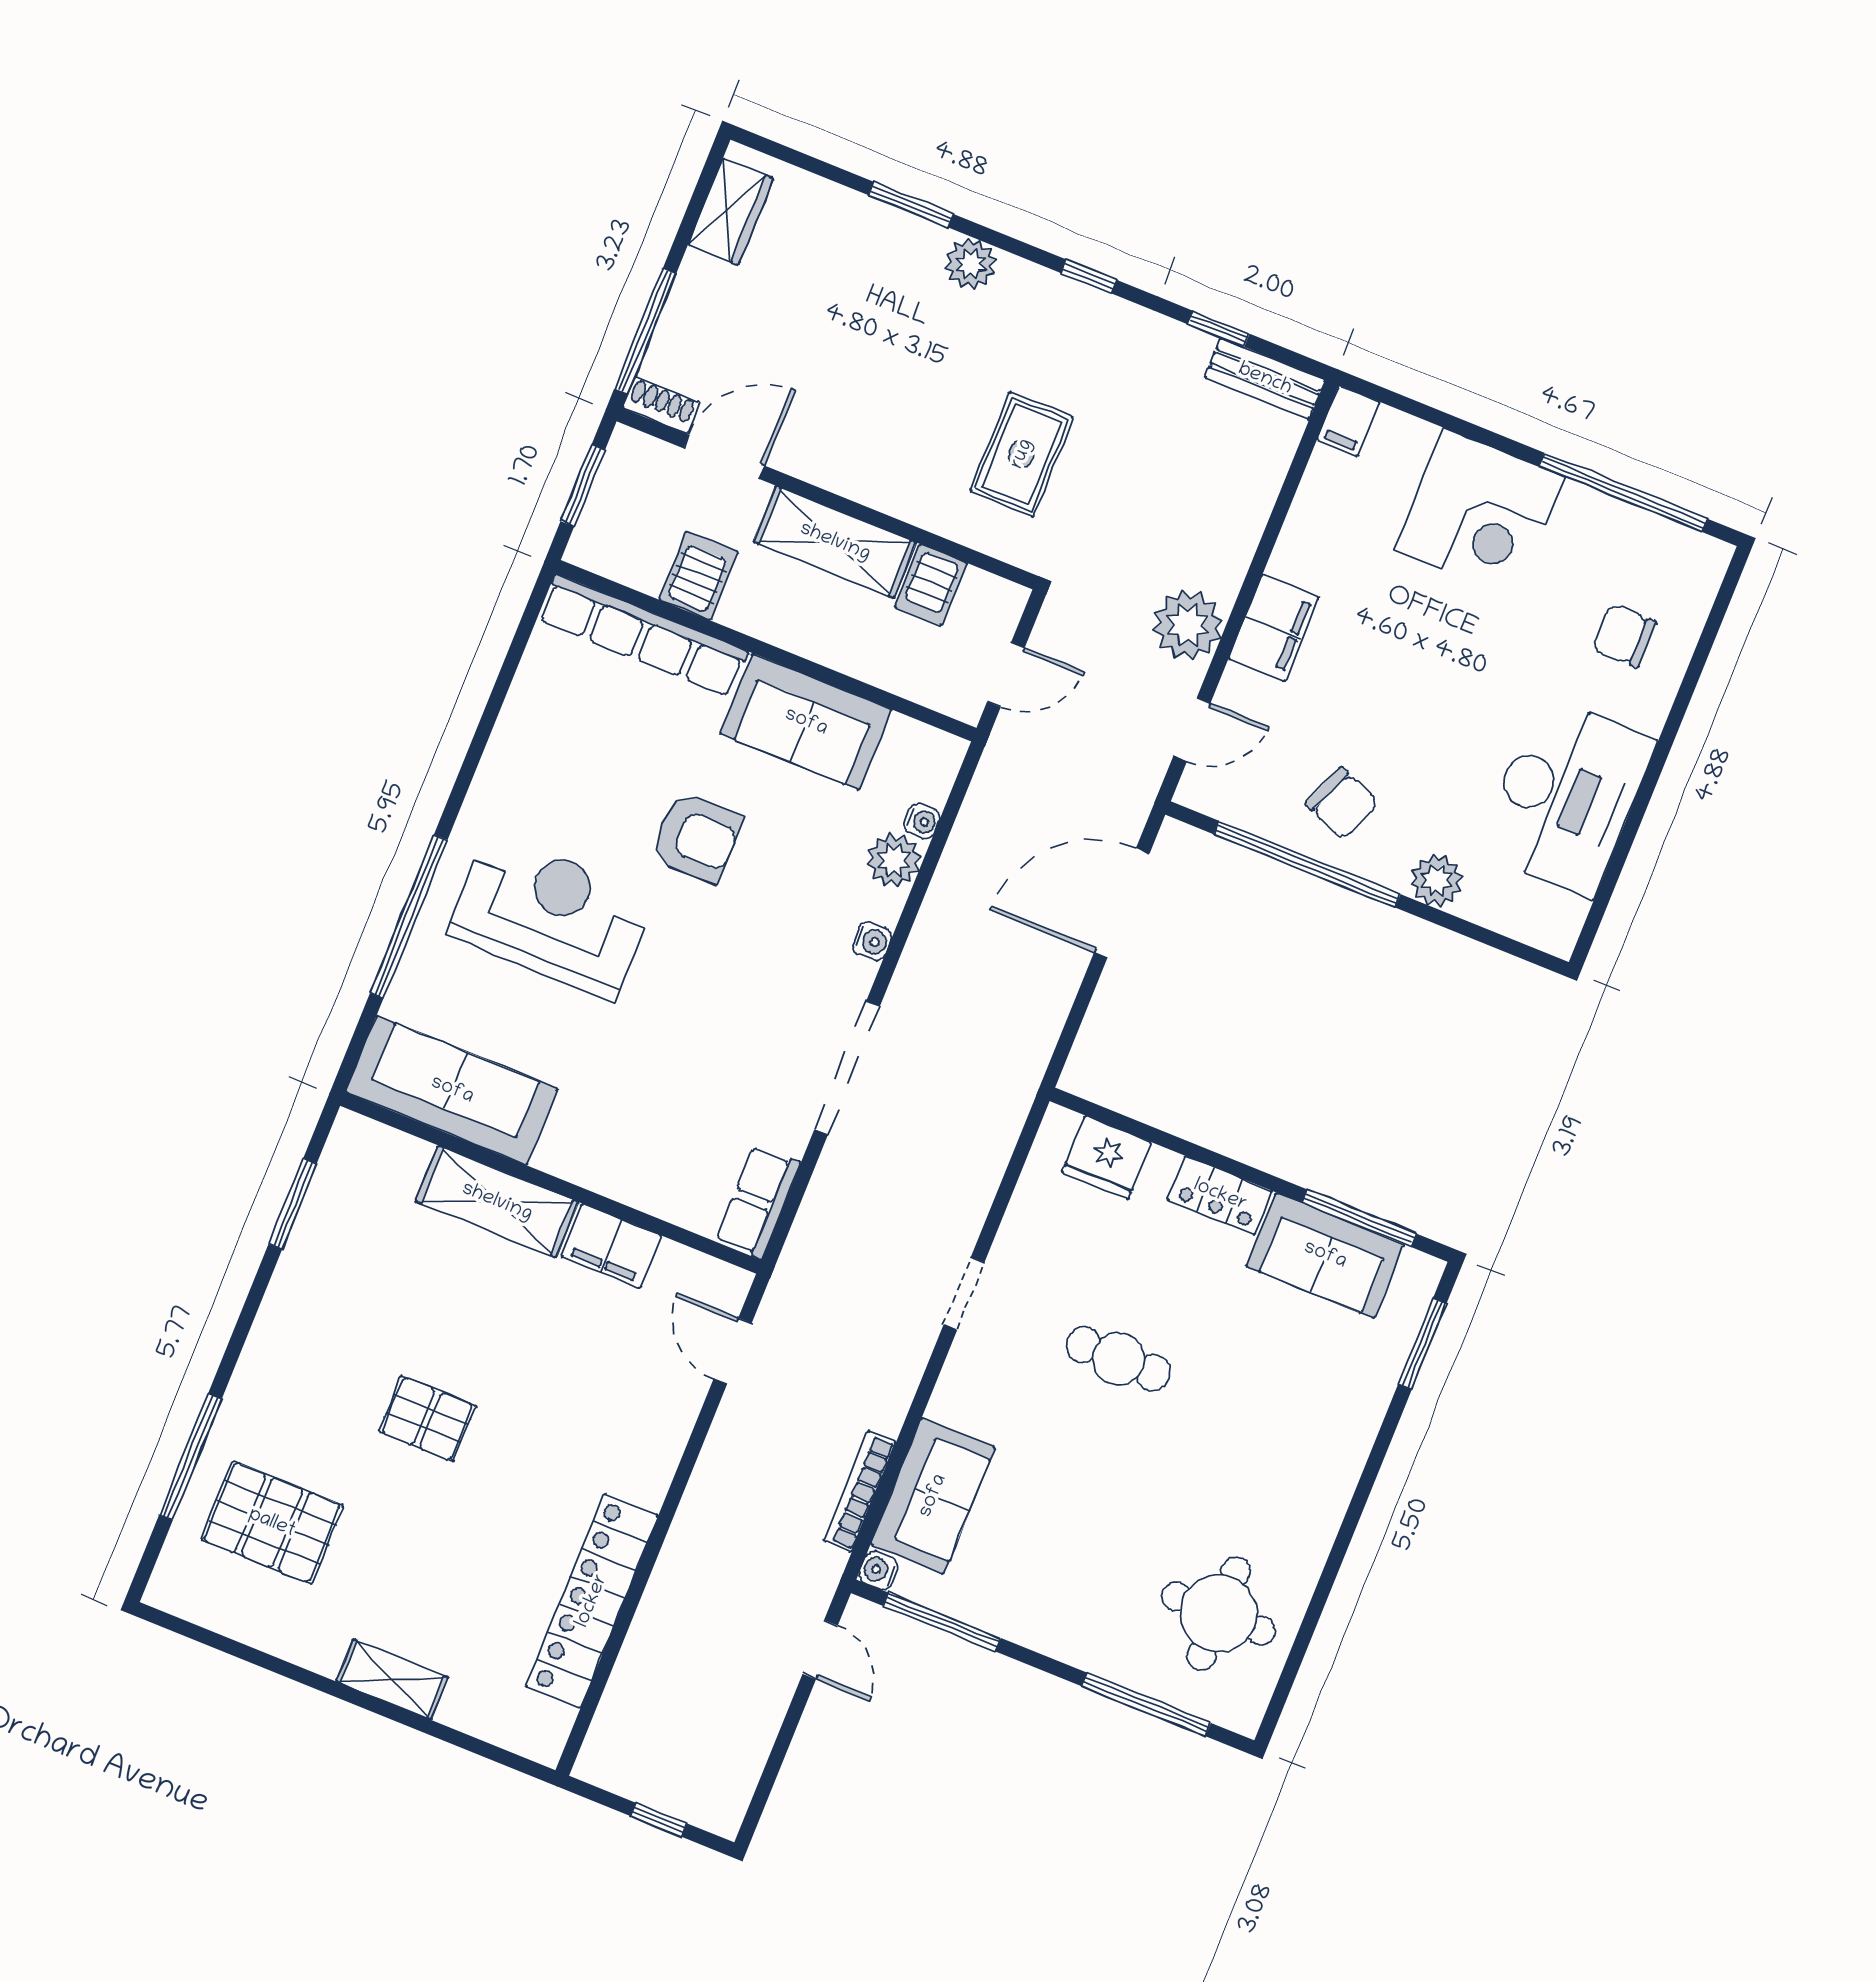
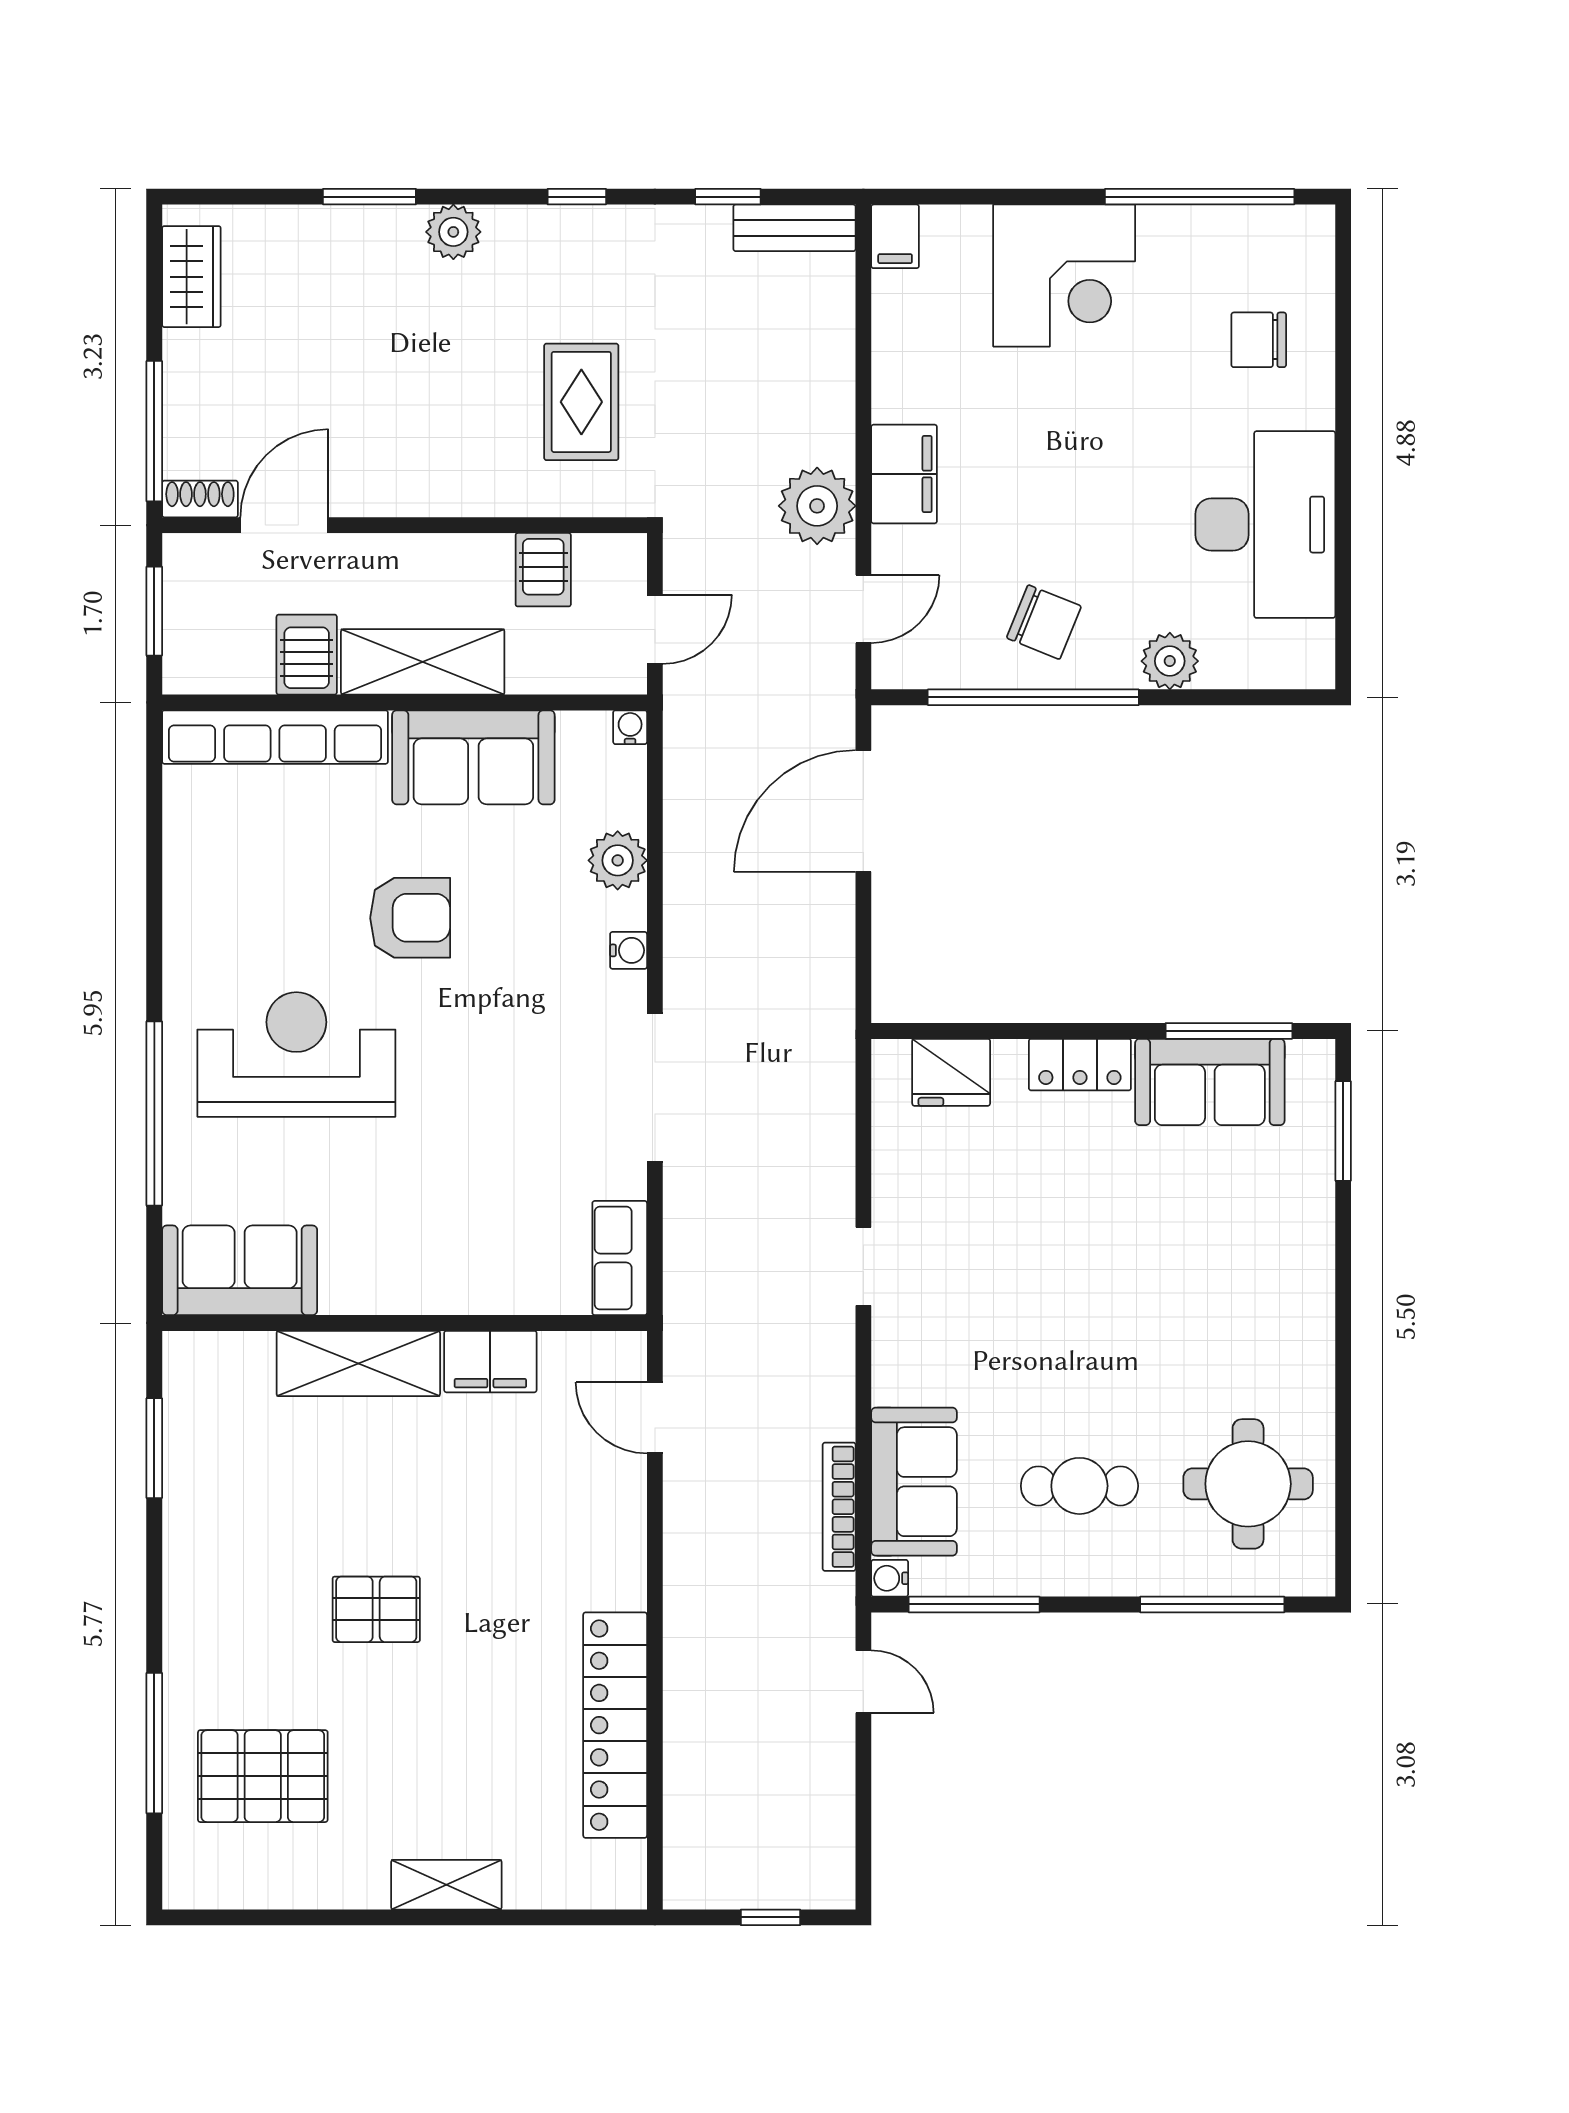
shelving: (835, 542) -> (423, 662), moved
water cooler: (922, 821) -> (630, 727), moved, turned -90
sofa: (452, 1090) -> (240, 1270), width x0.73
cafe table: (1119, 1359) -> (1079, 1486), moved

